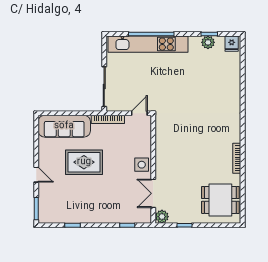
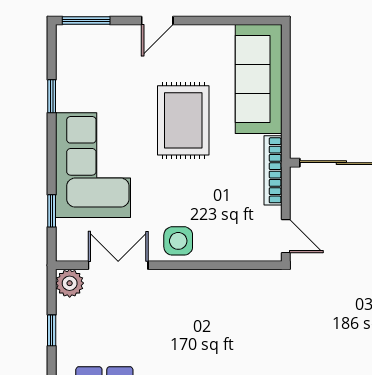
corner sofa: (105, 205) -> (93, 165), added

